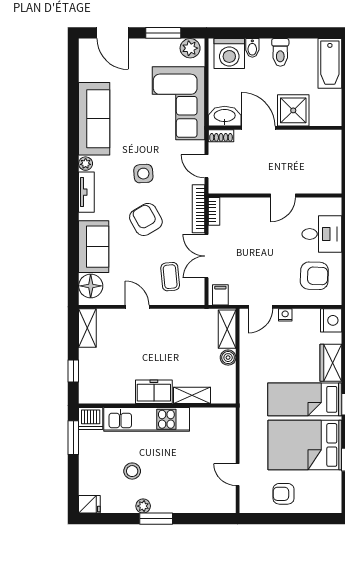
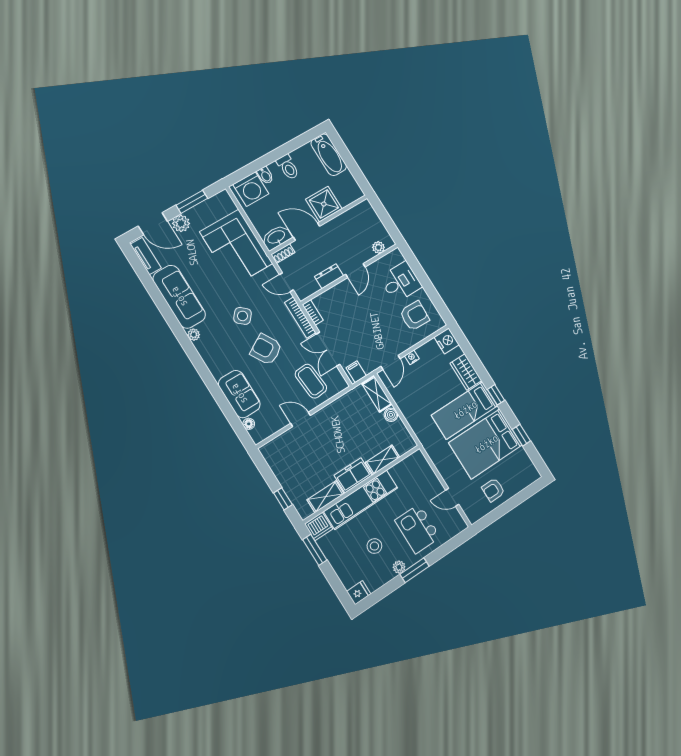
plant: (190, 48) -> (181, 223), moved
side table: (143, 174) -> (243, 316), turned 45
dresser: (253, 185) -> (329, 276), added
plant: (321, 186) -> (378, 247), added
tv unit: (86, 192) -> (146, 256), moved
coffee table: (170, 277) -> (311, 381), width x1.36, depth x1.30
floor lamp: (91, 286) -> (249, 424), width x0.53, depth x0.53
shelving: (87, 328) -> (325, 497), moved, turned 90
kitchen island: (184, 482) -> (418, 529), added

